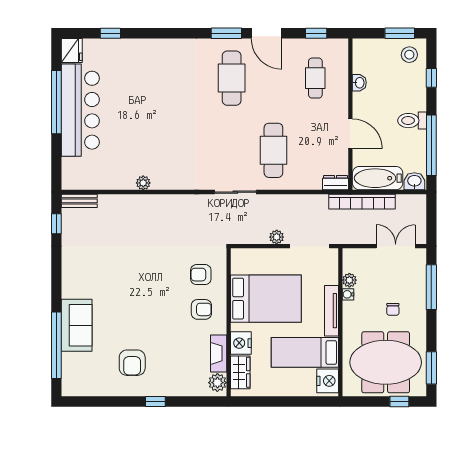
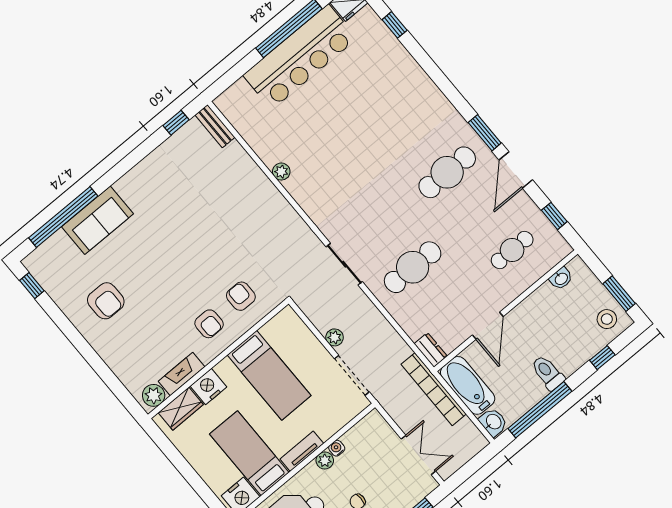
washbasin: (359, 83) -> (561, 279), moved
plant: (349, 280) -> (325, 460), moved
bed: (266, 299) -> (269, 375), width x0.67
tv unit: (331, 311) -> (302, 451), width x0.71
armchair: (132, 363) -> (106, 301), turned -90
window: (155, 402) -> (32, 286), moved

